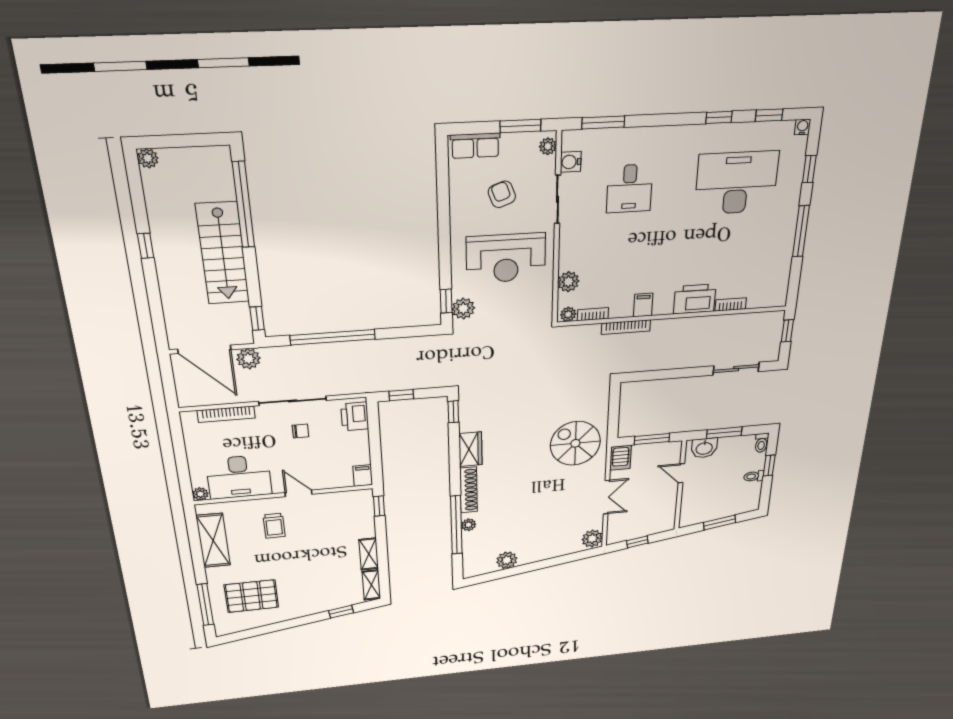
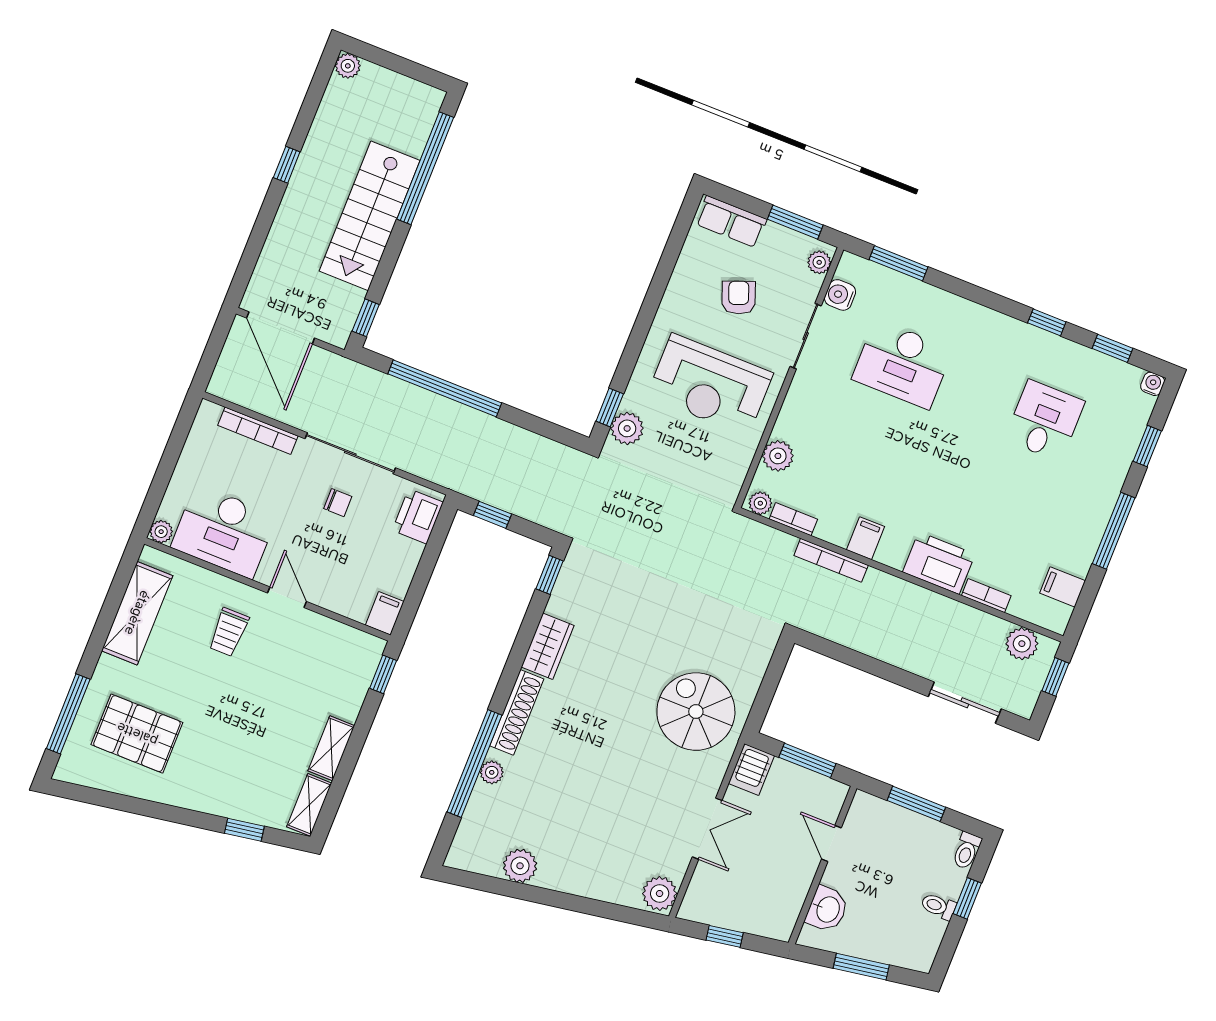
desk: (736, 183) -> (1045, 421), width x0.53, depth x0.77
desk: (630, 189) -> (902, 364), width x1.37
filing cabinet: (777, 279) -> (1063, 587), added
plant: (248, 359) -> (1022, 644), moved
washbasin: (704, 448) -> (827, 909), moved, turned -90

